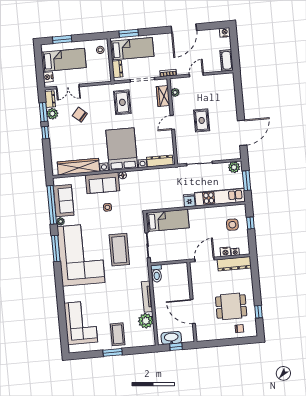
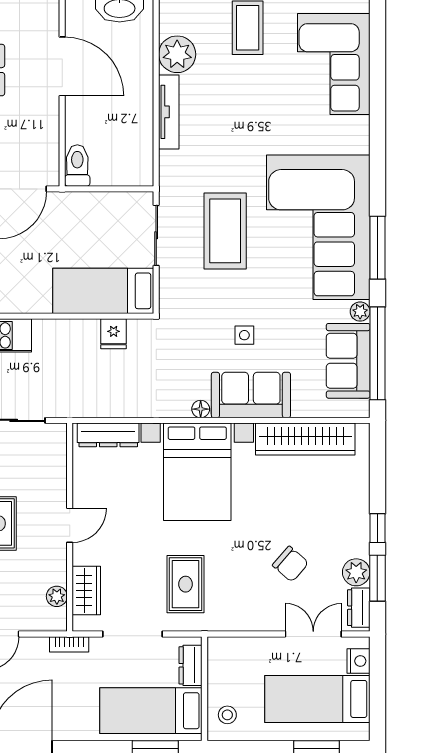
fridge: (189, 200) -> (114, 334), moved
toilet: (157, 273) -> (77, 166), moved

